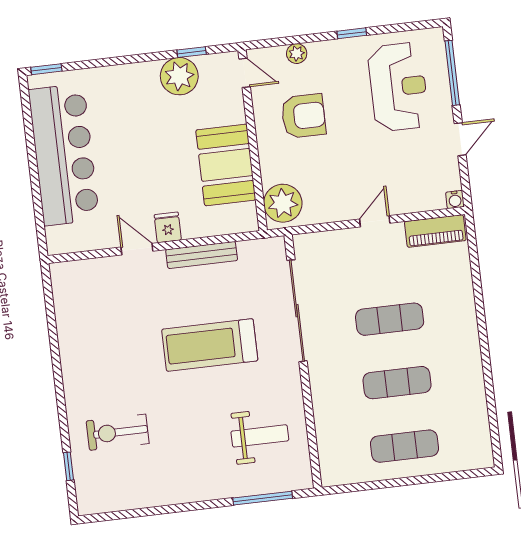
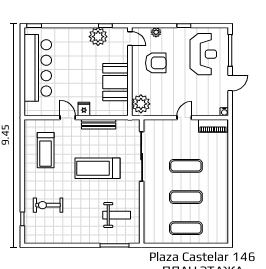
treadmill: (100, 320) -> (46, 150), added

